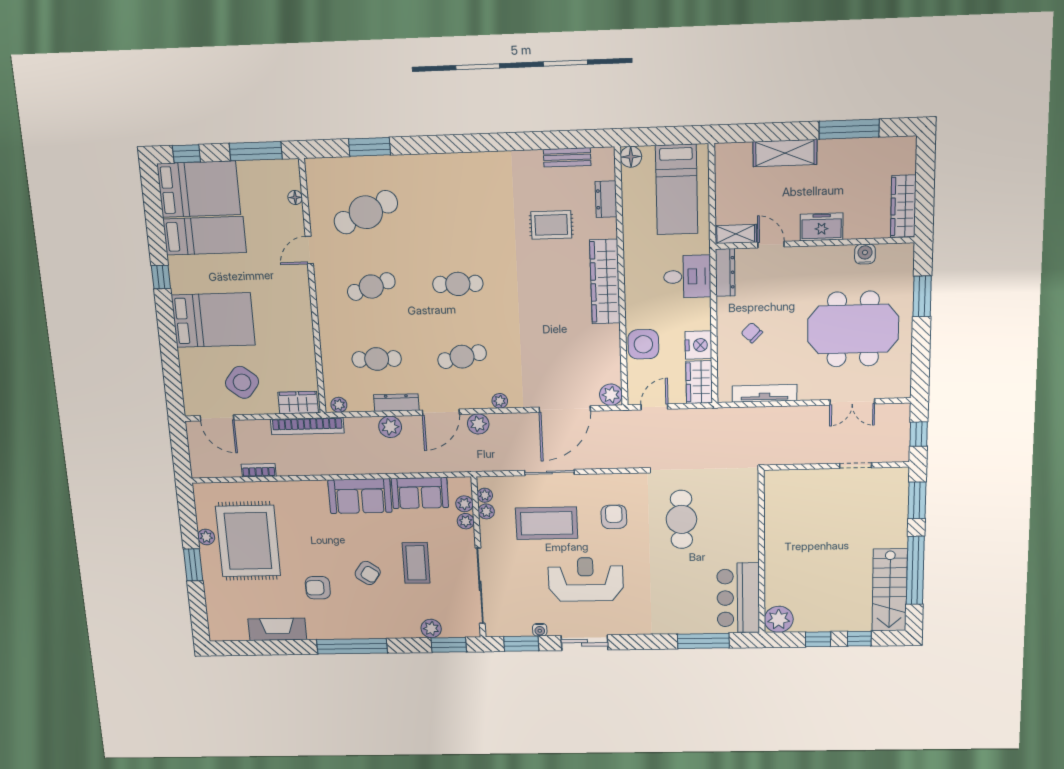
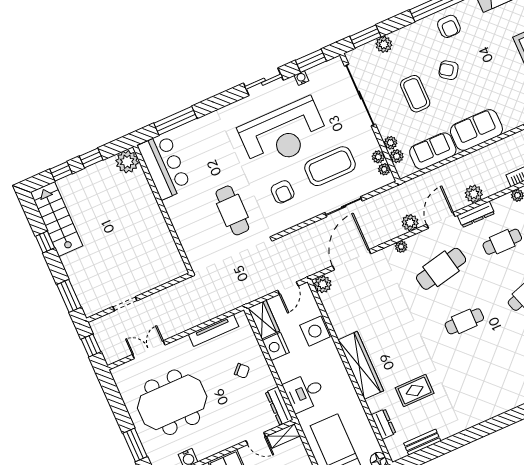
cafe table: (462, 357) -> (441, 269), width x1.37, depth x1.35
window: (915, 570) -> (45, 242), width x0.32
reception desk: (586, 579) -> (283, 134), width x1.36, depth x1.30
armchair: (318, 588) -> (449, 26), moved, turned 90

